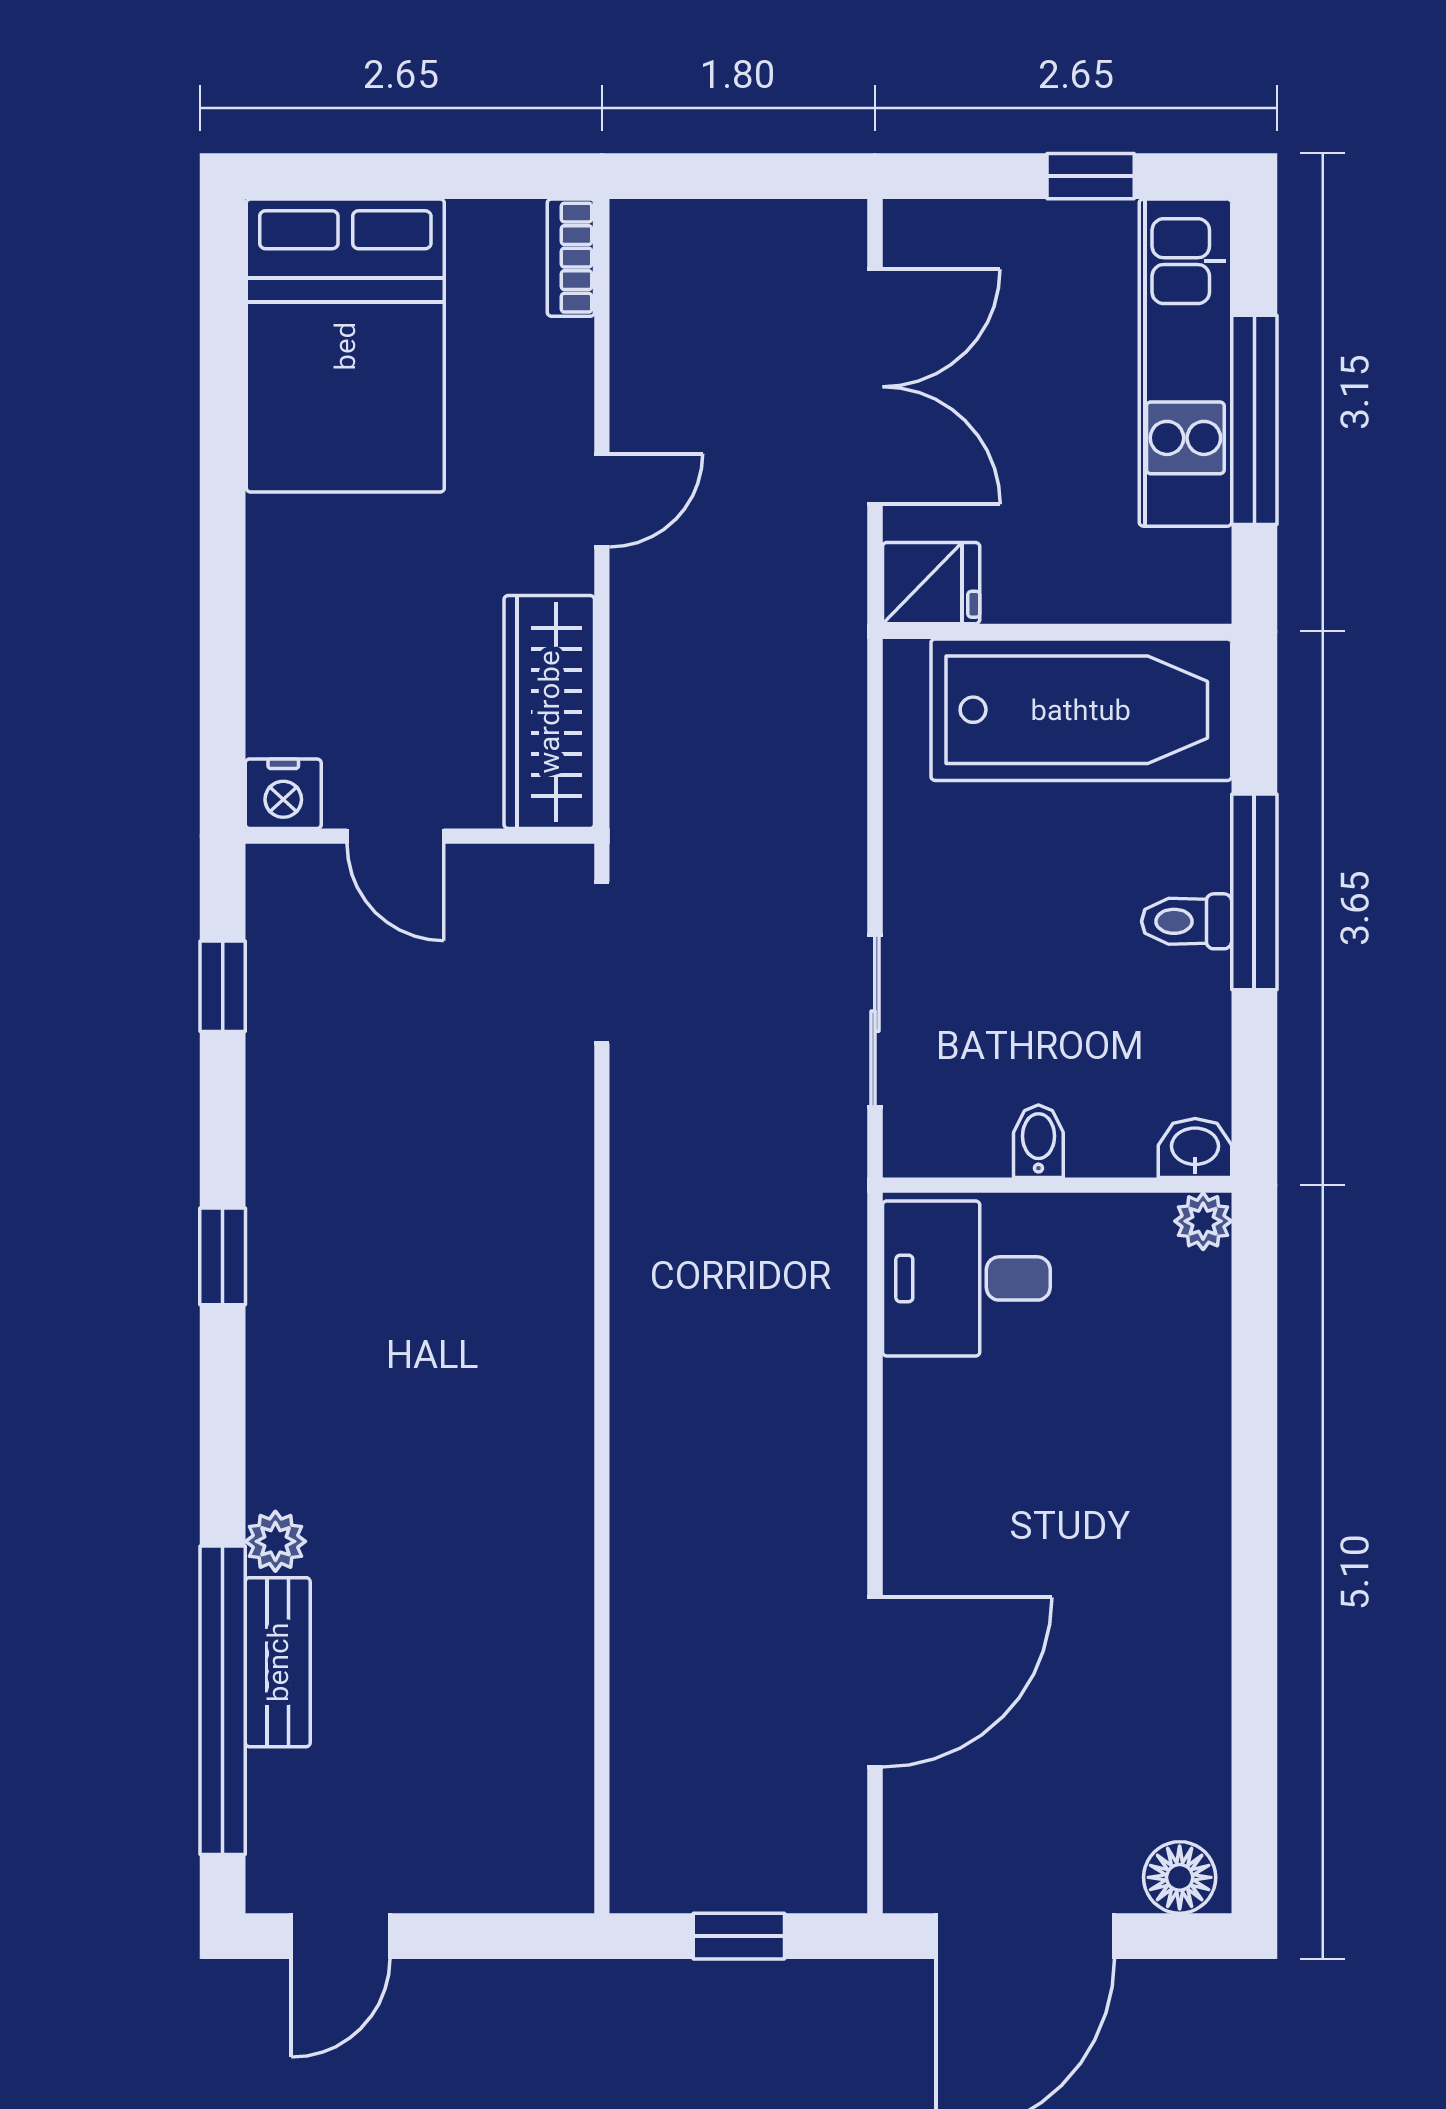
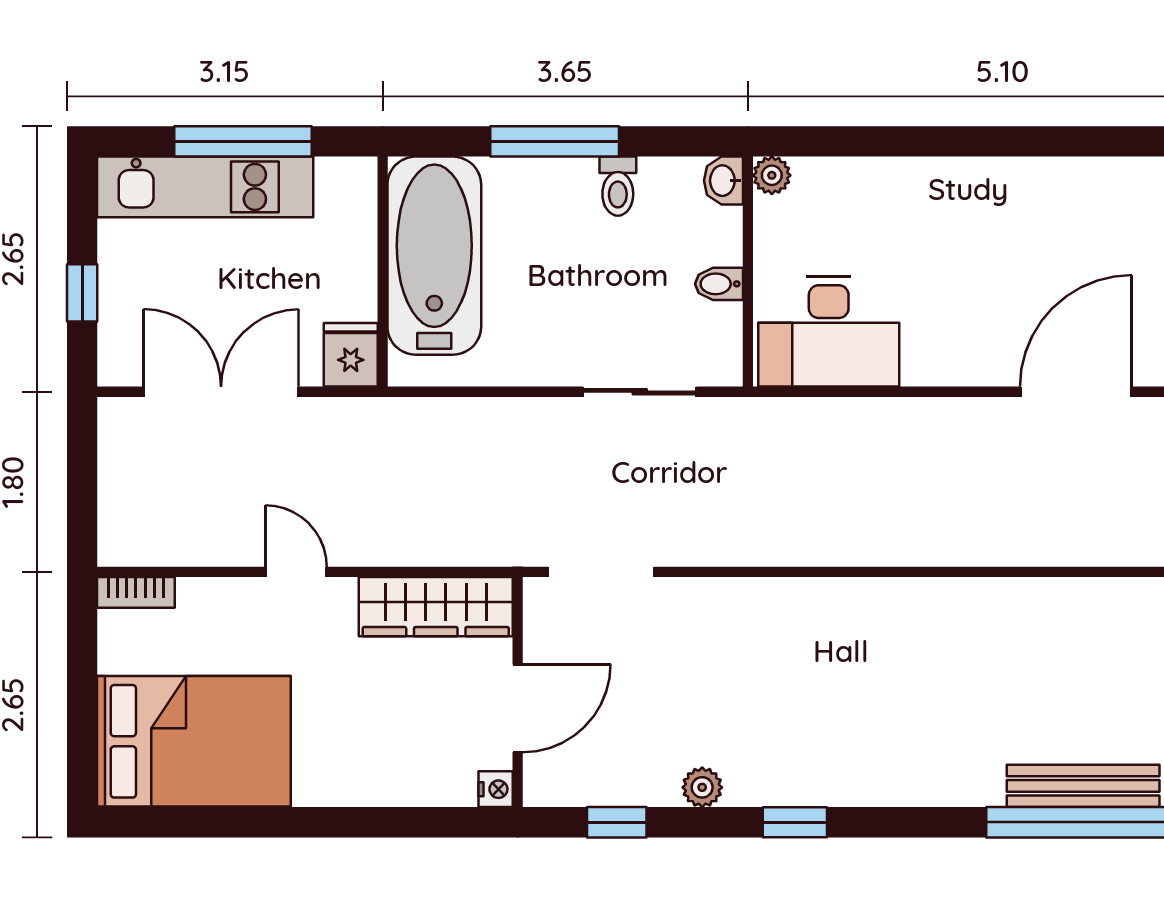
window: (1091, 176) -> (82, 293), moved
nightstand: (283, 794) -> (496, 789), width x0.72, depth x0.74
door: (395, 836) -> (518, 708), width x1.38
toilet: (1187, 921) -> (618, 186), moved
desk: (966, 1278) -> (829, 331), width x1.37
plant: (275, 1541) -> (702, 787), moved
bench: (278, 1662) -> (1083, 786), width x1.36
door: (875, 1682) -> (1076, 392), hinge flipped

